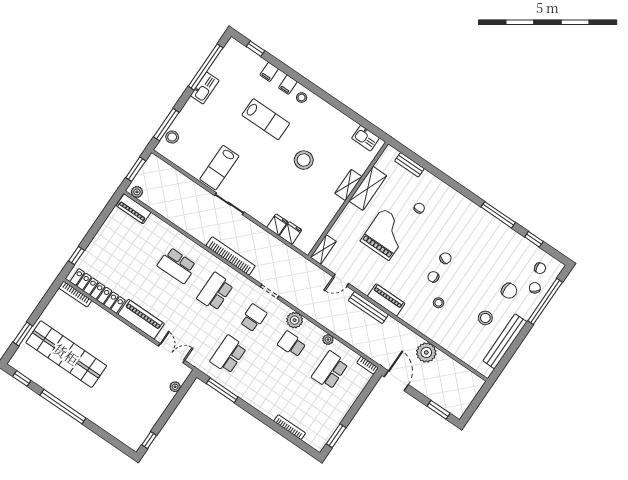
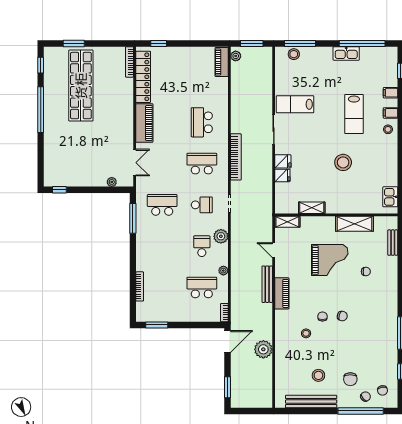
shelving: (348, 185) -> (312, 208), moved
fridge: (291, 233) -> (283, 161), moved

